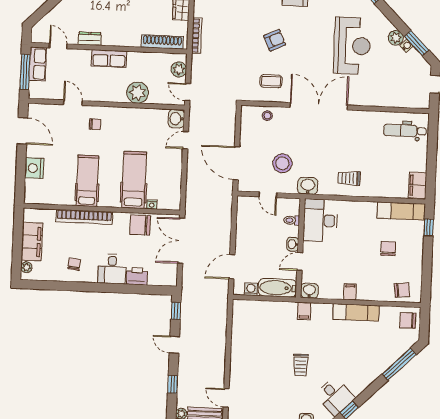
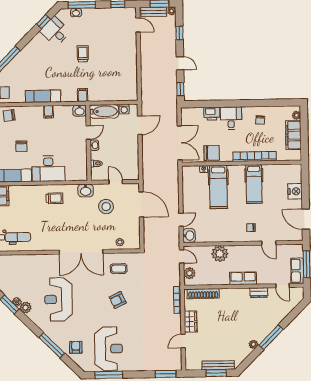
desk: (320, 220) -> (48, 169), moved, turned 90

